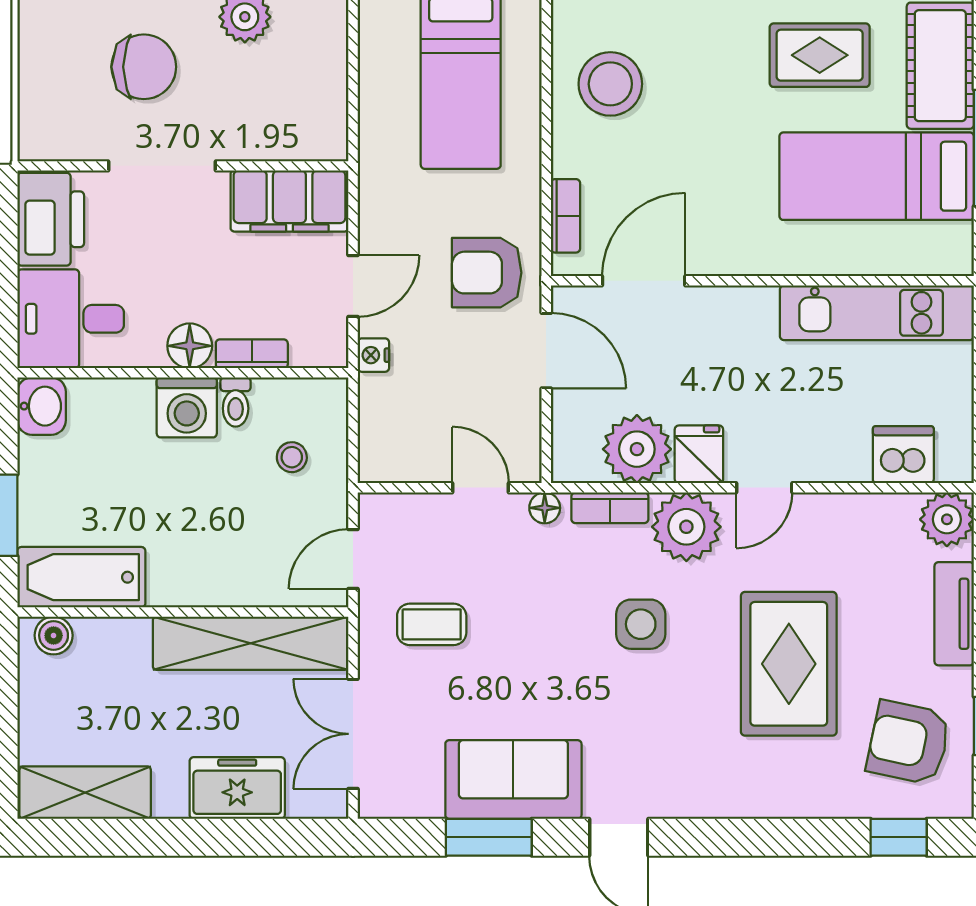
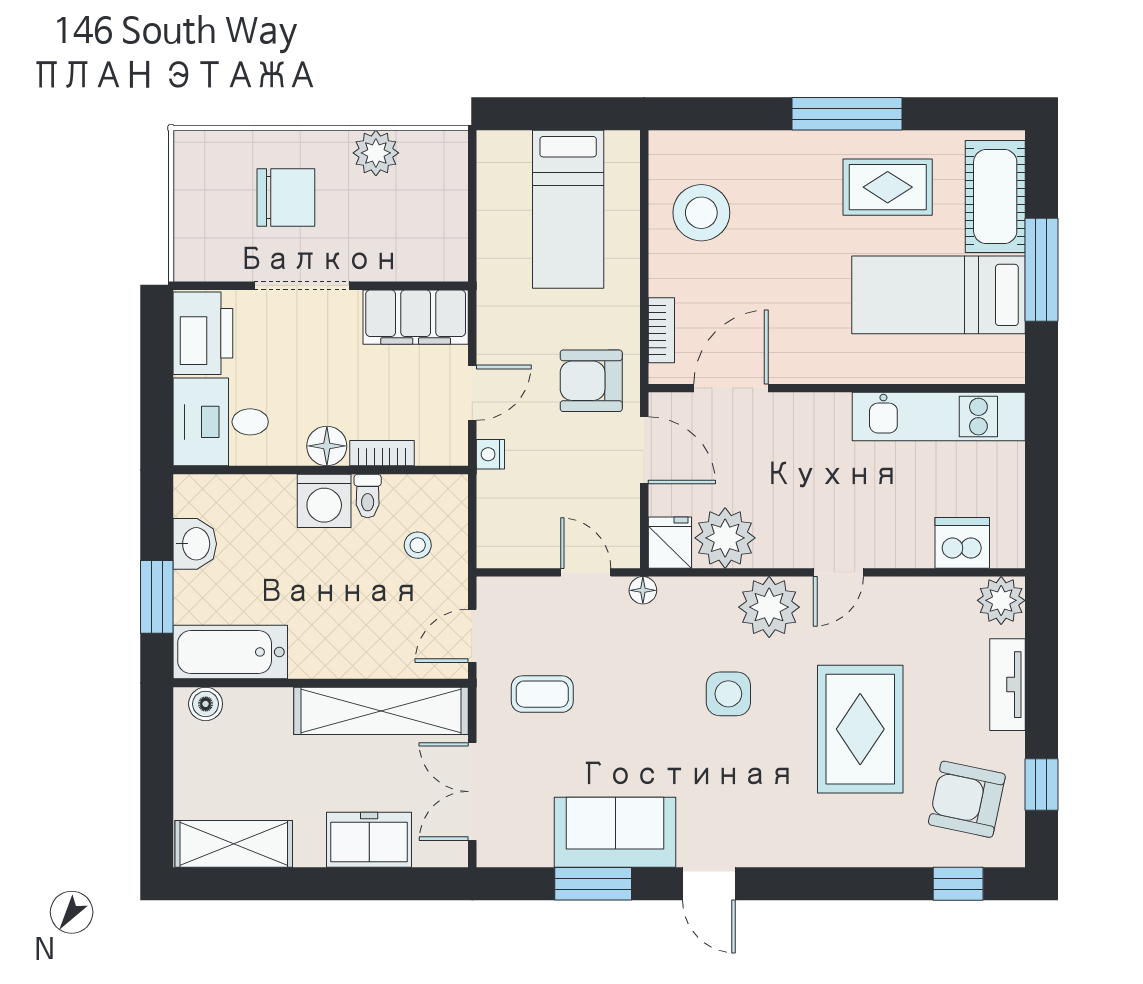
washbasin: (42, 406) -> (195, 544), moved
fridge: (699, 454) -> (670, 543), moved
bookcase: (610, 508) -> (701, 590), removed

